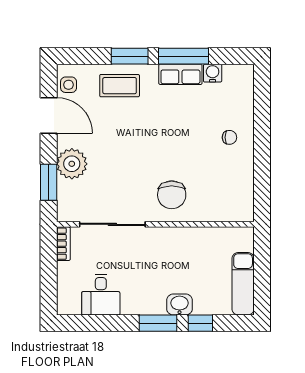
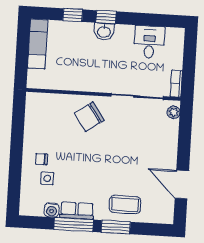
side table: (69, 85) -> (47, 178), moved
plant: (72, 164) -> (174, 112), moved, width x0.53, depth x0.53
window: (49, 182) -> (185, 132), removed
chair: (172, 195) -> (89, 117), turned -125
washbasin: (179, 305) -> (104, 32), moved
window: (158, 323) -> (106, 17), width x0.67

